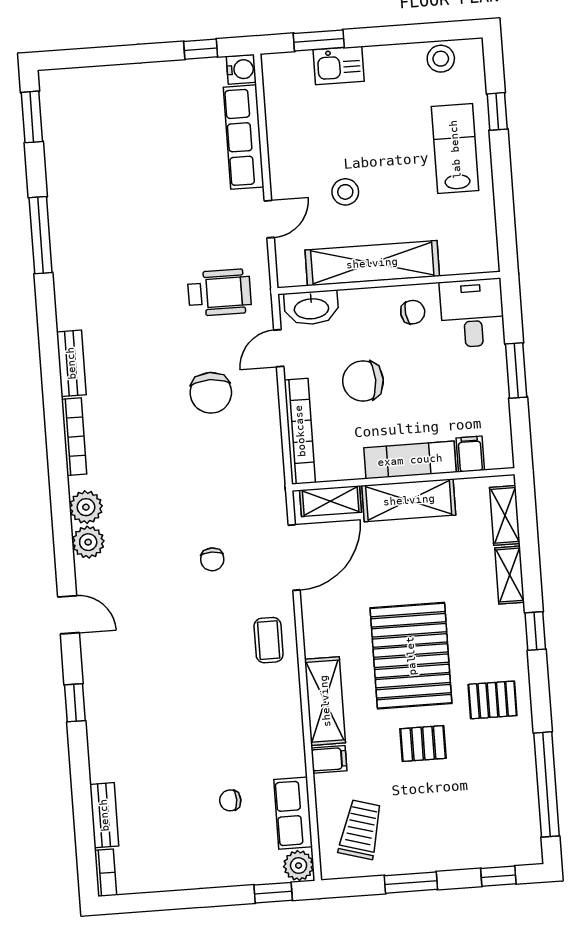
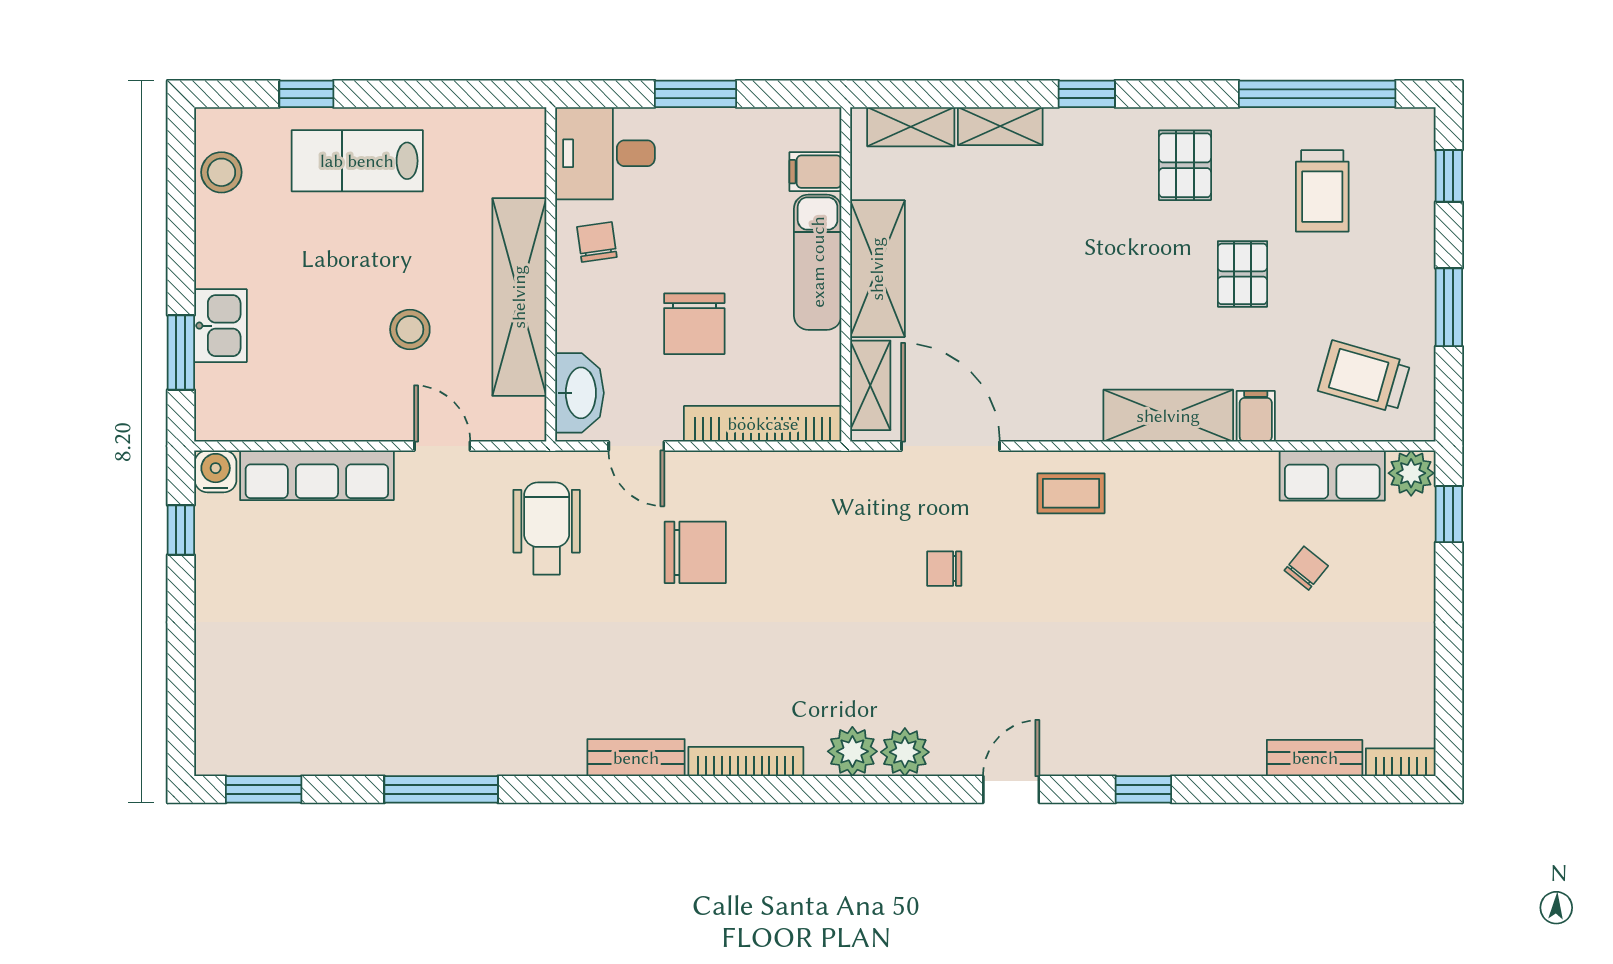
chair: (212, 559) -> (944, 569), turned 180
pallet: (411, 656) -> (1110, 282), removed
trolley: (482, 793) -> (1322, 191), added
chair: (230, 800) -> (1306, 568), turned -141

